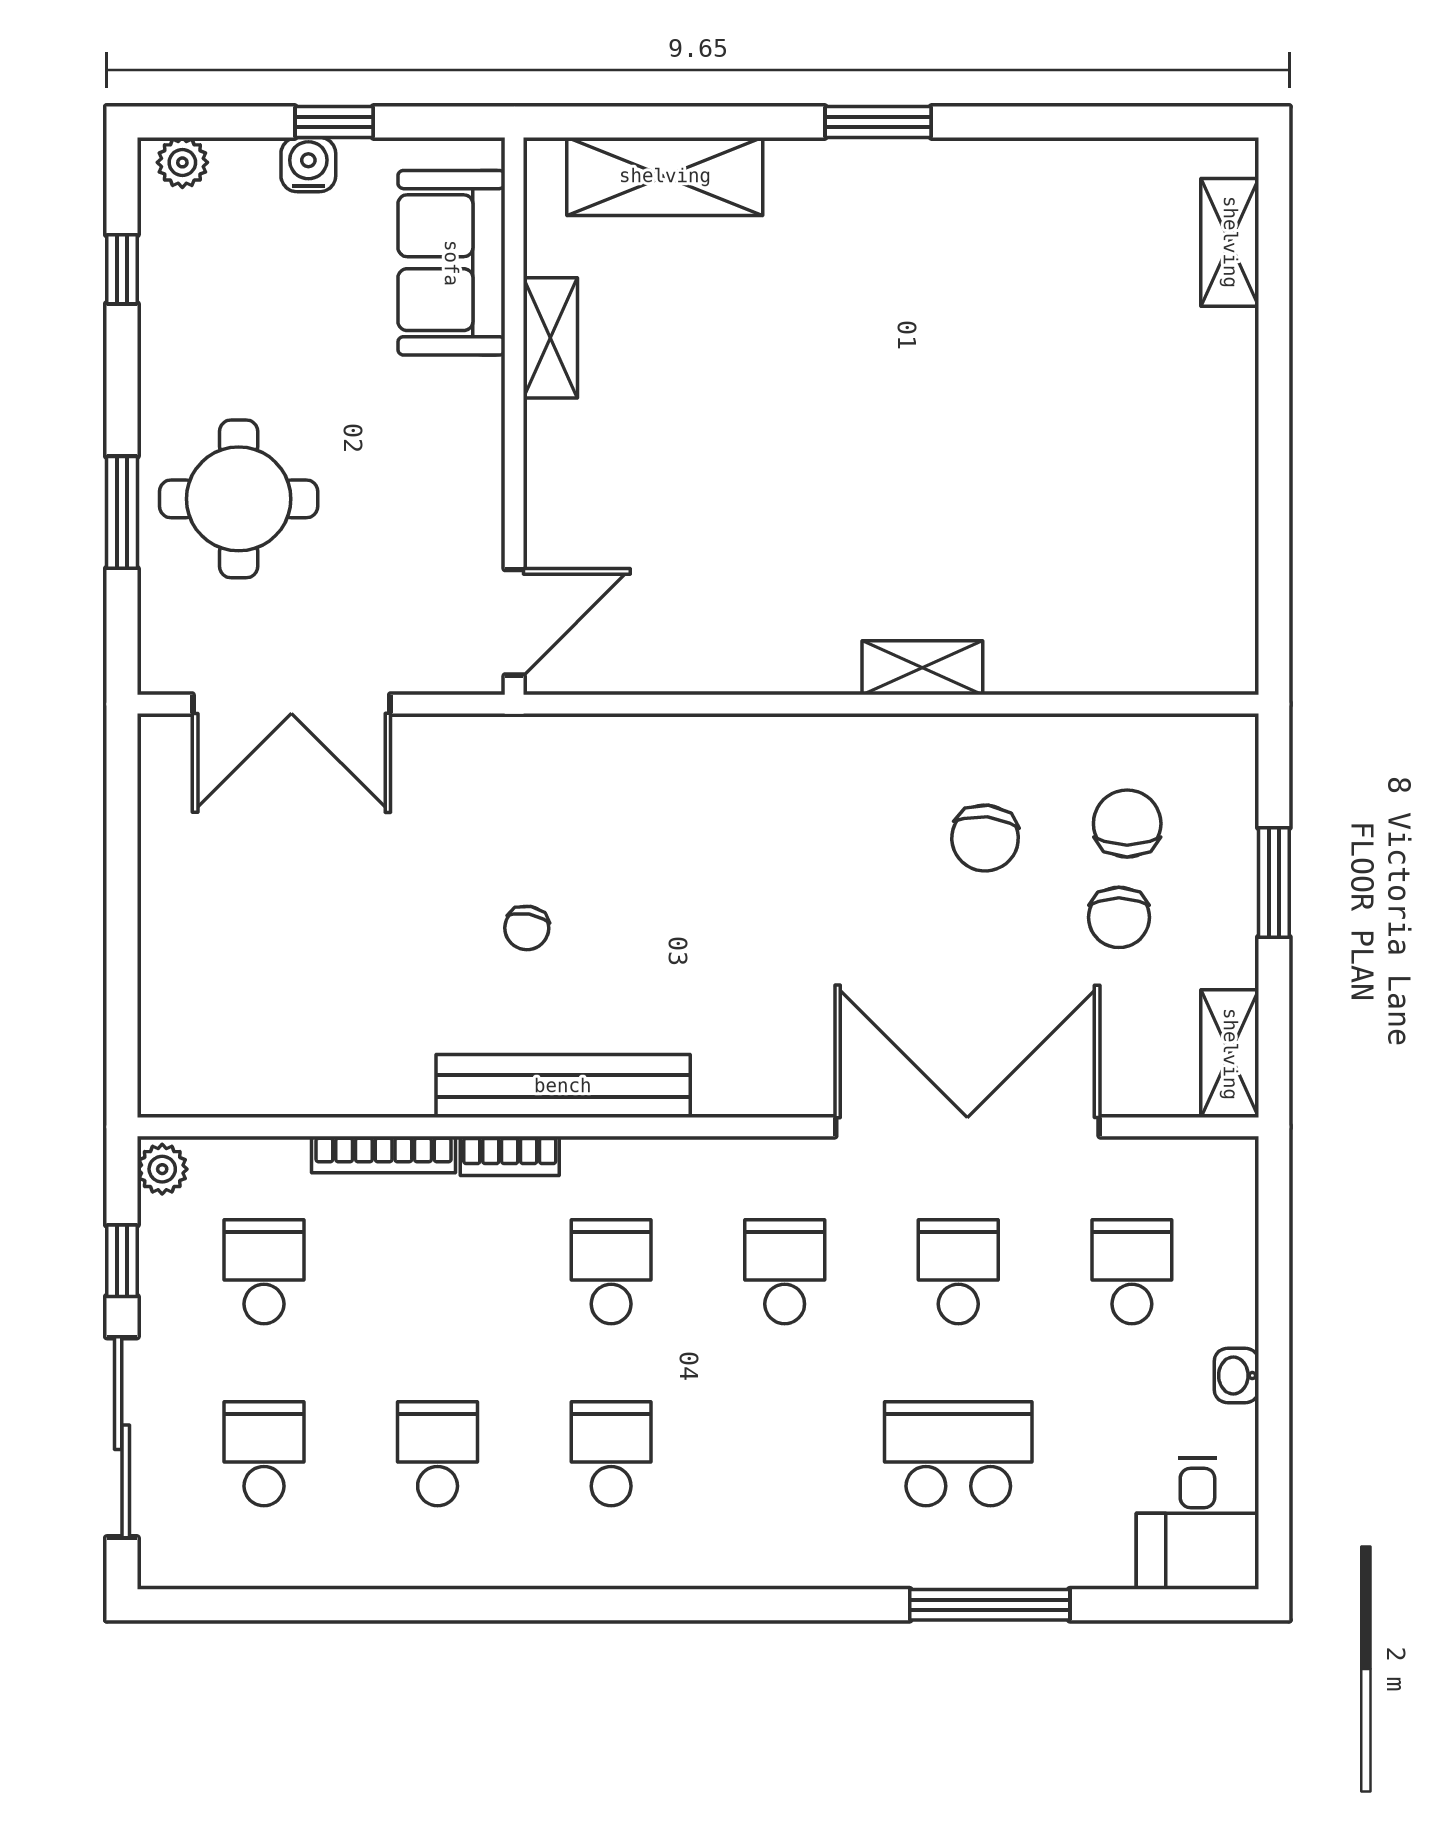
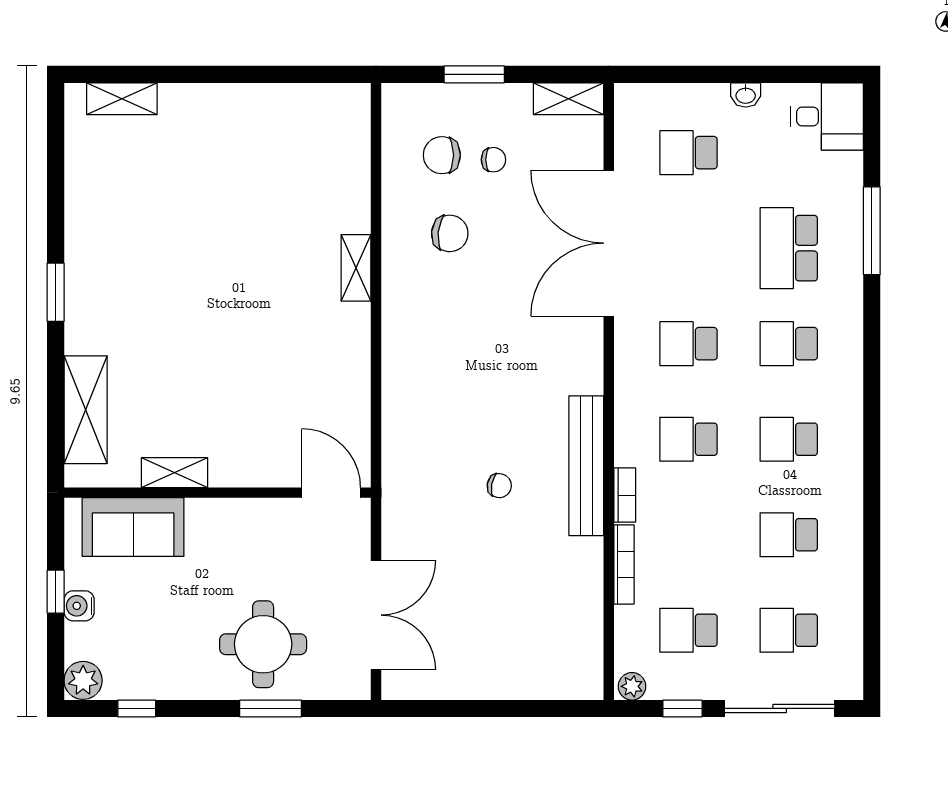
plant: (182, 162) -> (83, 680), width x1.38, depth x1.38
chair: (1119, 917) -> (493, 160), width x0.73, depth x0.73
school desk: (958, 1272) -> (789, 344), moved

